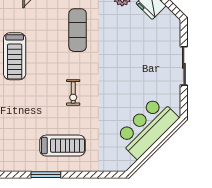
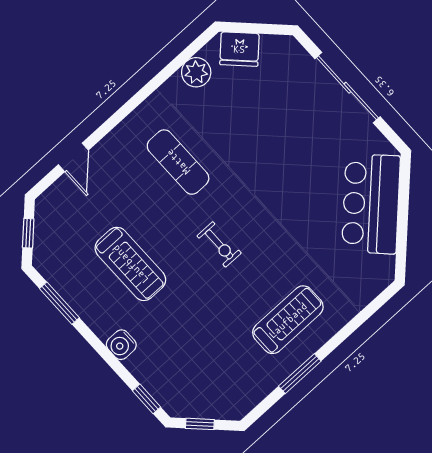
sliding door: (184, 66) -> (347, 88), width x1.37
exercise bike: (73, 92) -> (219, 244), moved

